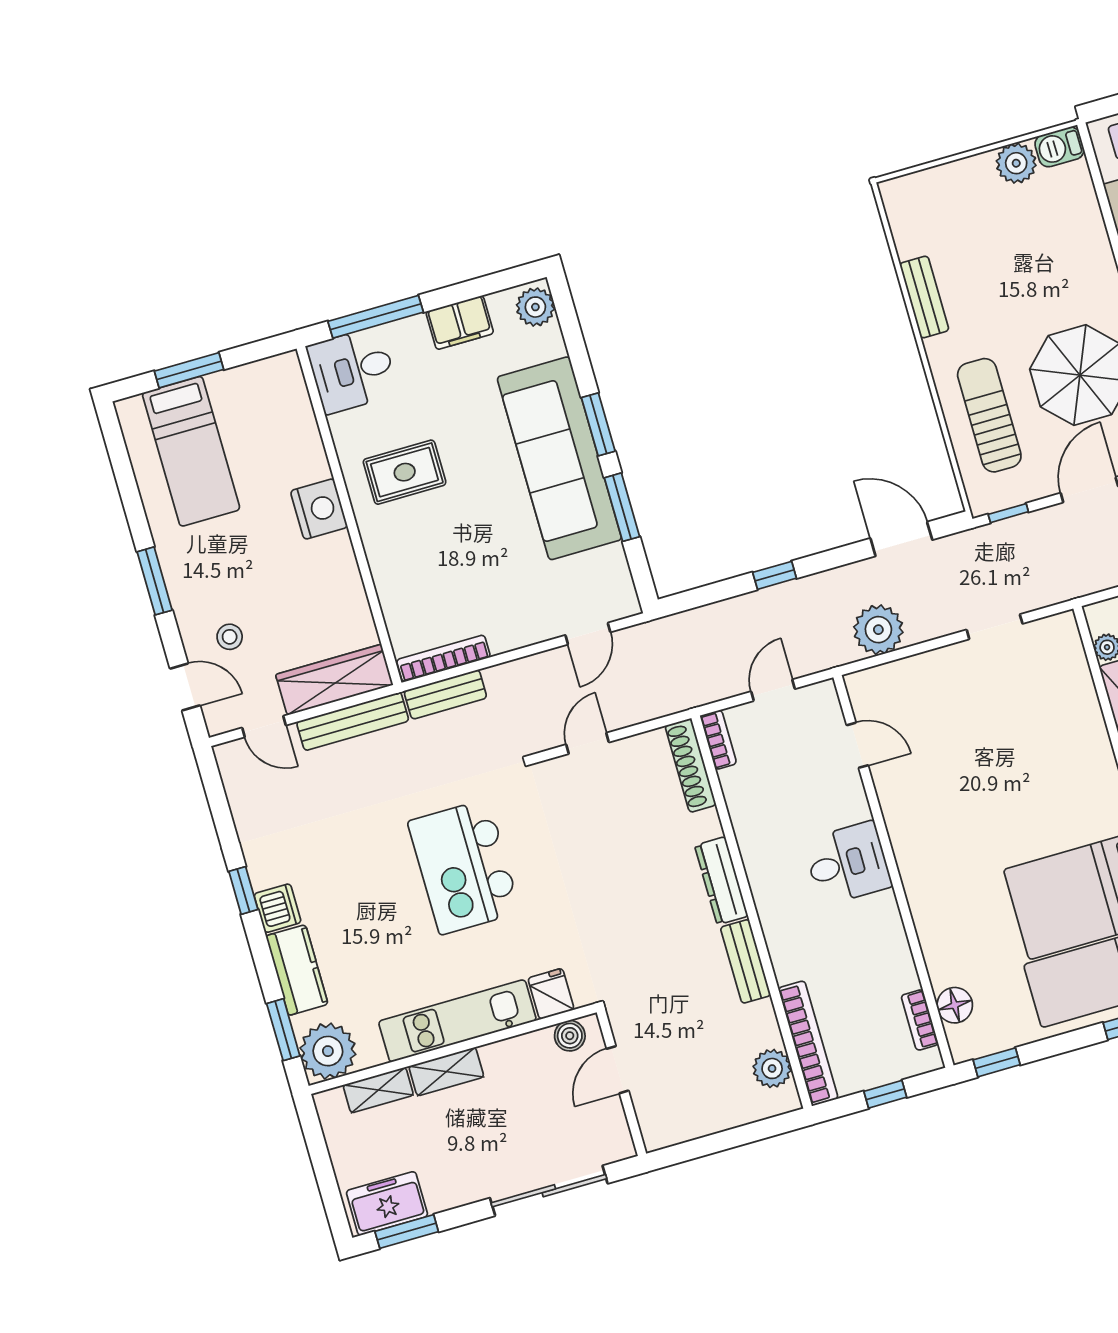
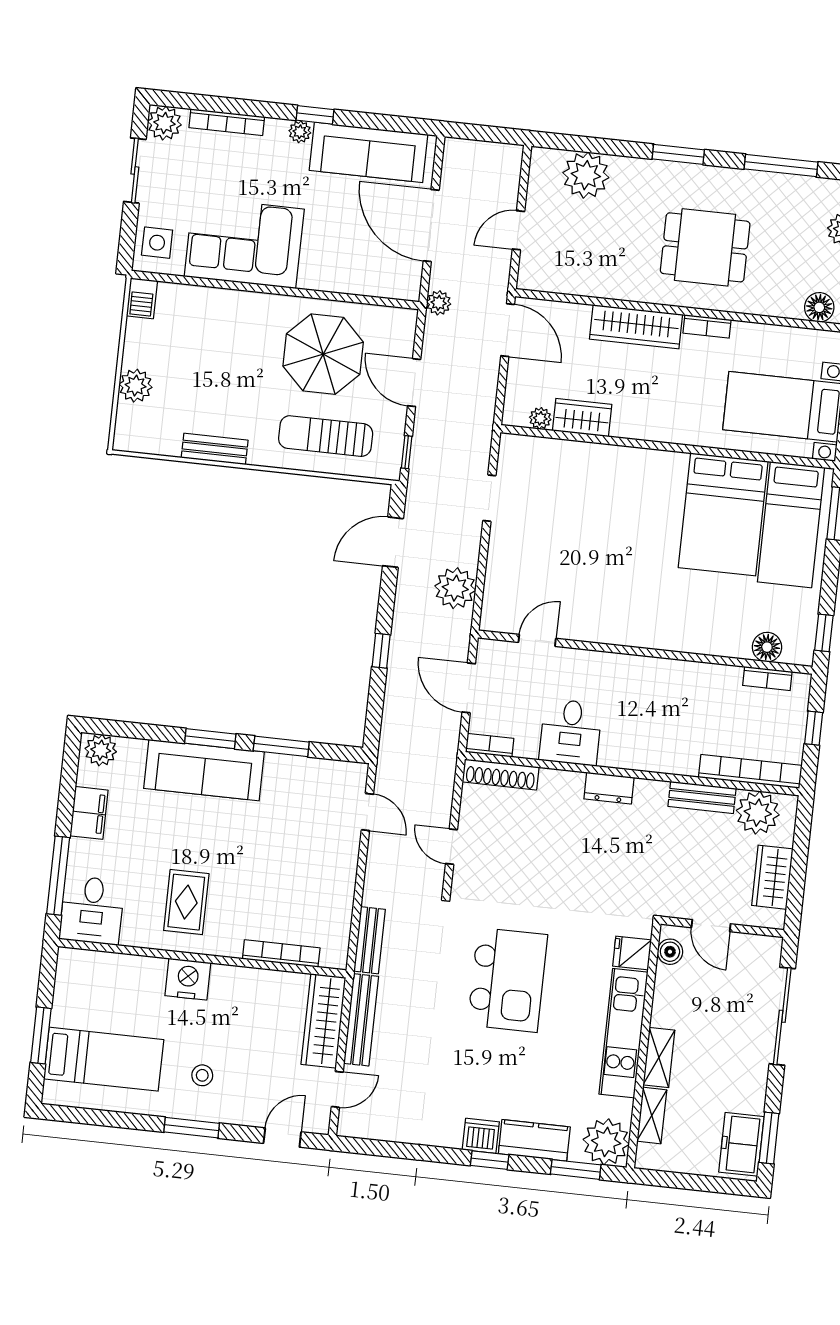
plant: (1016, 163) -> (136, 386), moved
sofa: (559, 458) -> (204, 770), width x0.74, depth x0.79
stool: (230, 637) -> (202, 1075), moved
bookcase: (443, 658) -> (281, 953), moved, turned 90
door: (773, 690) -> (469, 688), width x1.38
desk: (848, 863) -> (571, 732), moved, turned 180
kitchen island: (464, 867) -> (507, 980), turned -90
dresser: (721, 881) -> (609, 788), width x0.70
window: (243, 890) -> (490, 1160), moved
bench: (746, 961) -> (702, 797), moved
plant: (772, 1068) -> (758, 813), width x1.36, depth x1.36
wardrobe: (700, 1116) -> (772, 877), added

